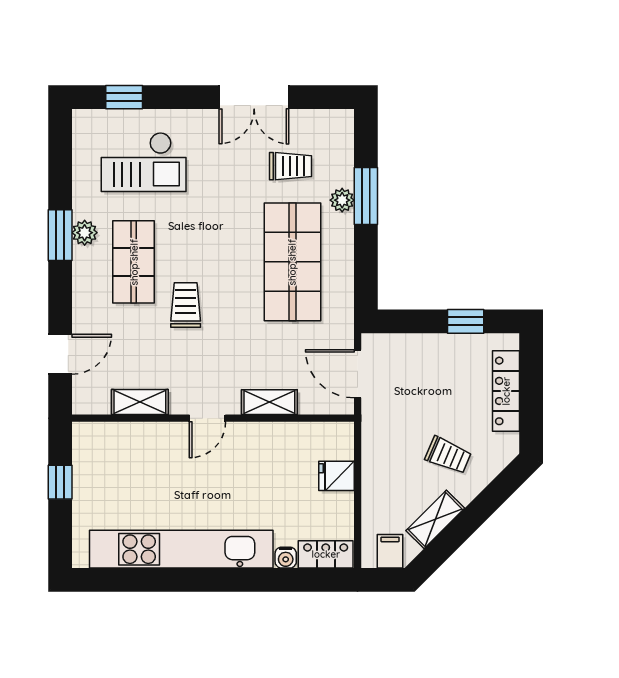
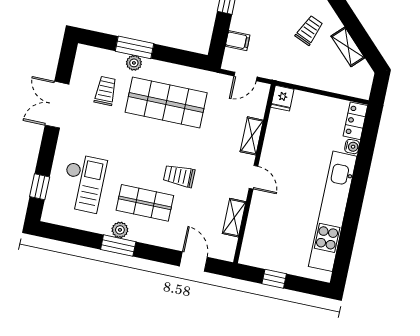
double door: (254, 97) -> (57, 105), swing flipped
door: (358, 374) -> (246, 76), width x0.73
fridge: (337, 476) -> (282, 98), moved
filing cabinet: (390, 551) -> (238, 41), moved, turned 180

